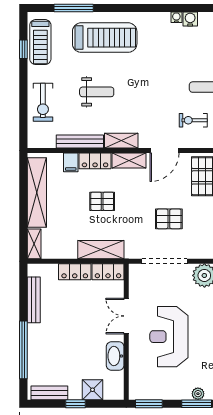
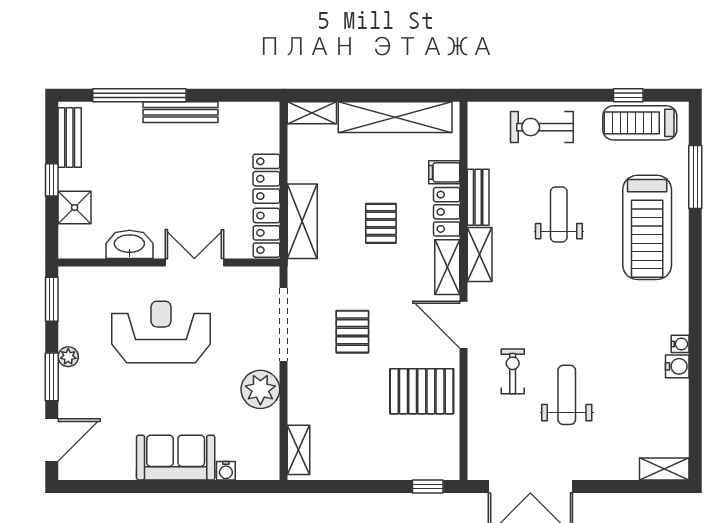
weight bench: (97, 92) -> (559, 214), turned 180
bench: (80, 141) -> (478, 197), width x0.73
bench: (34, 300) -> (180, 112), moved
plant: (198, 394) -> (68, 357), moved

